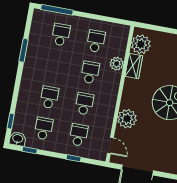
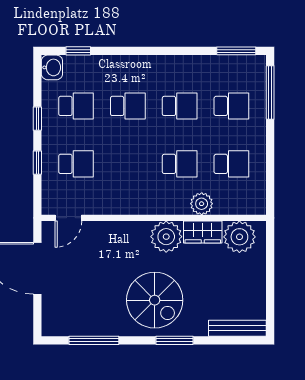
window: (24, 50) -> (236, 51), moved
school desk: (84, 104) -> (180, 106), moved
plant: (127, 119) -> (166, 237), moved
window: (30, 150) -> (37, 119), moved

